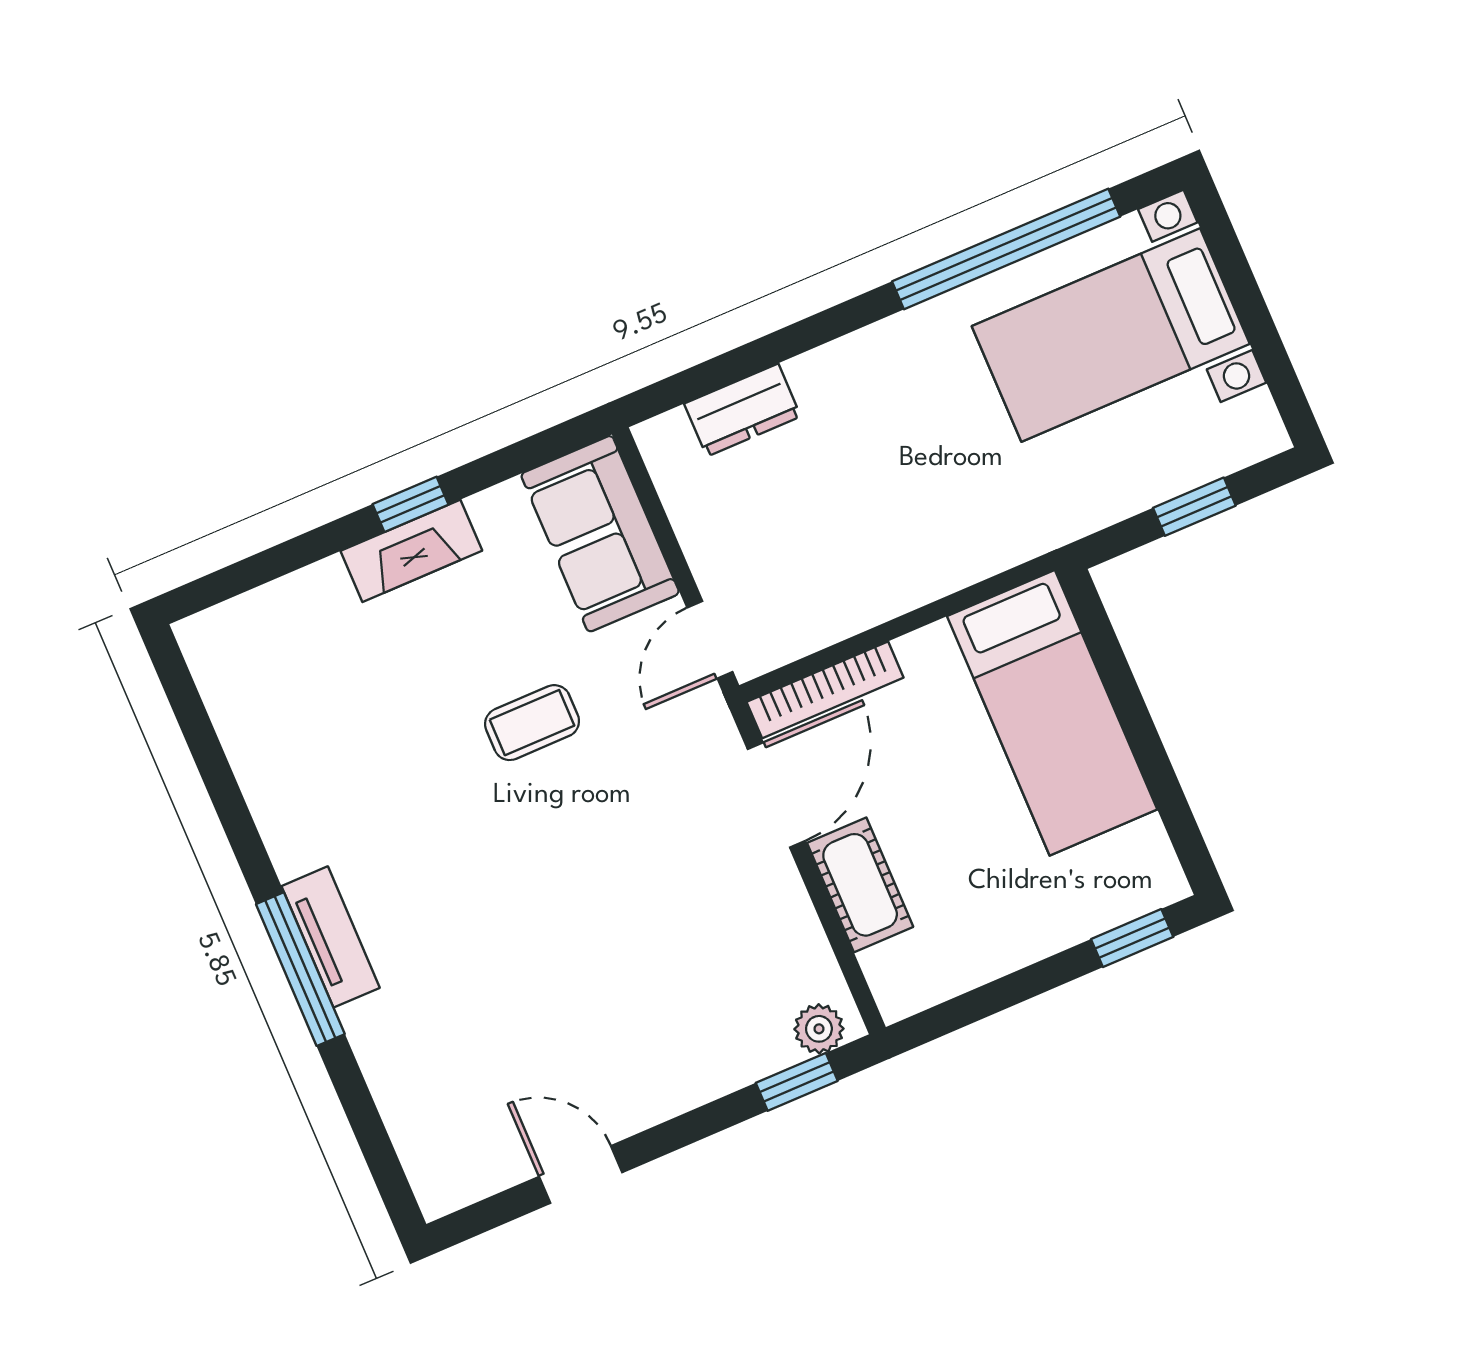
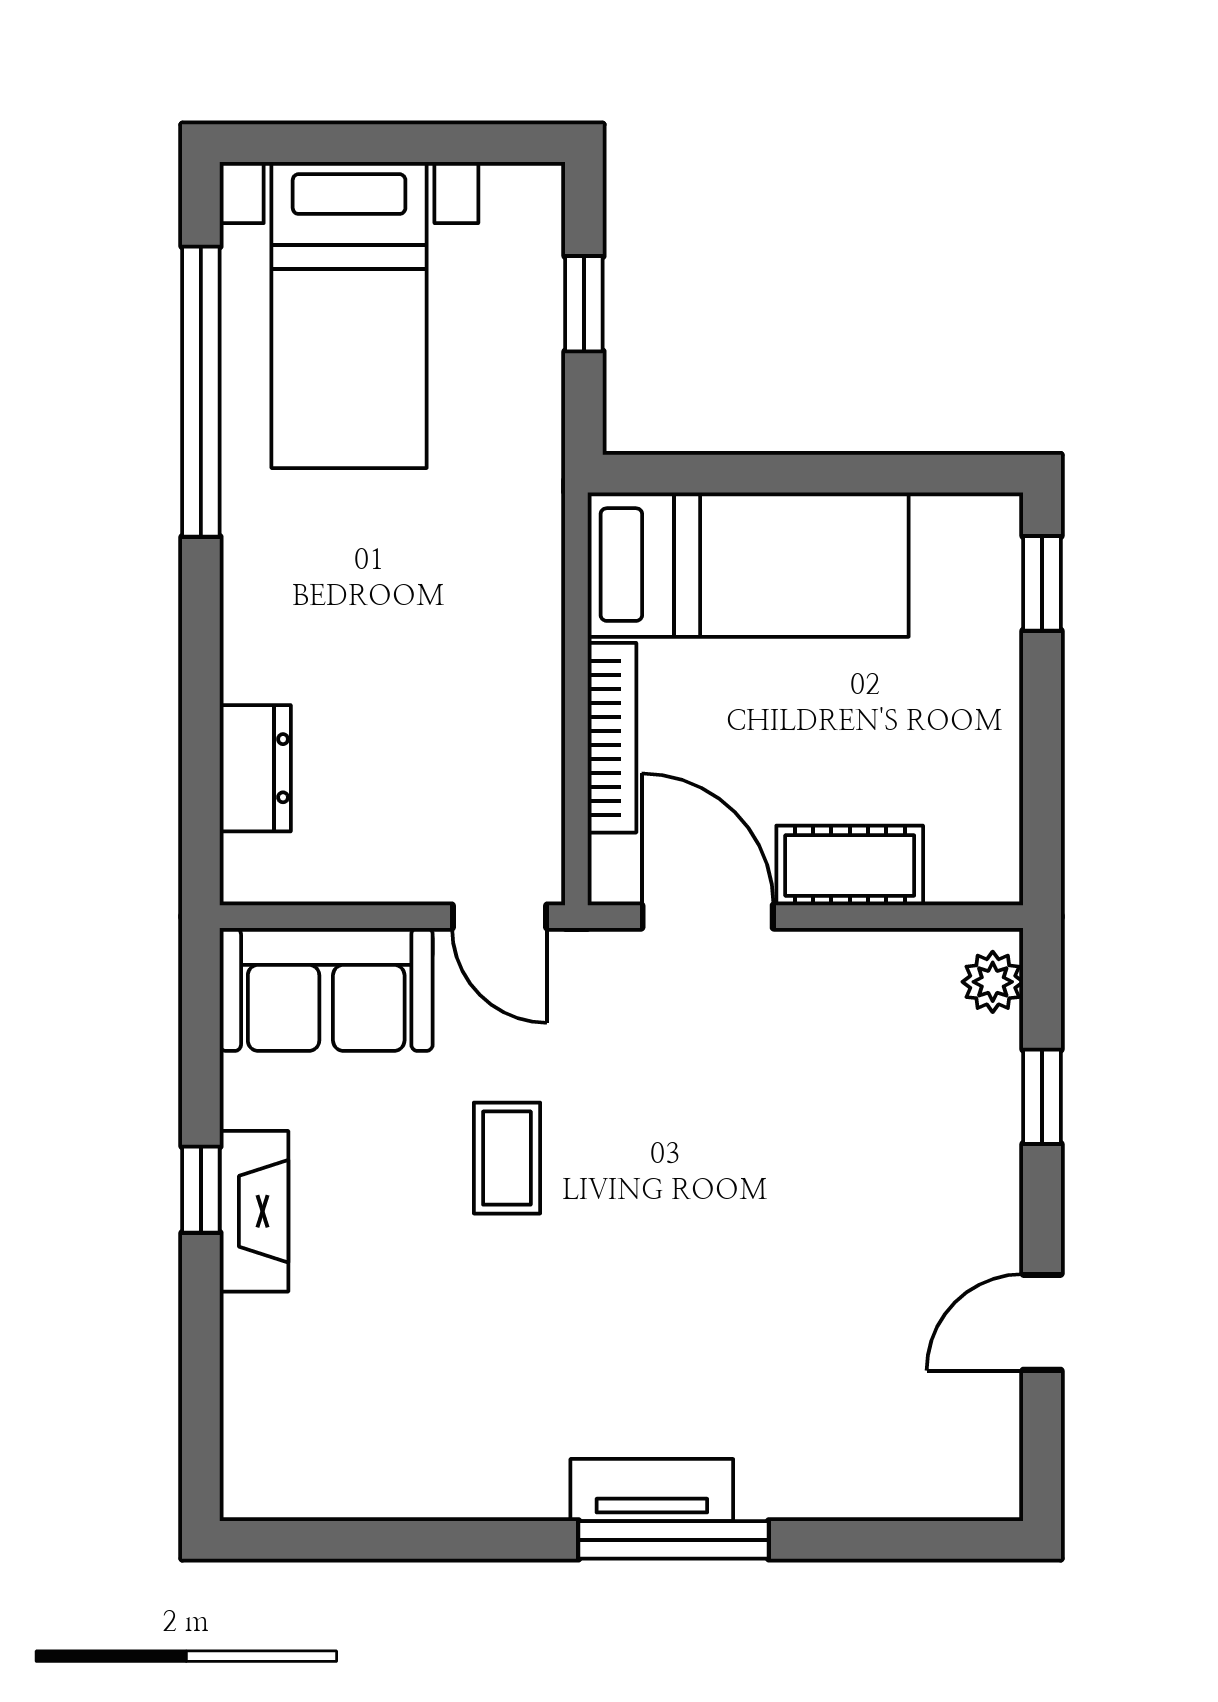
bookcase: (825, 690) -> (612, 738), moved
window: (797, 1082) -> (1042, 1097), moved

